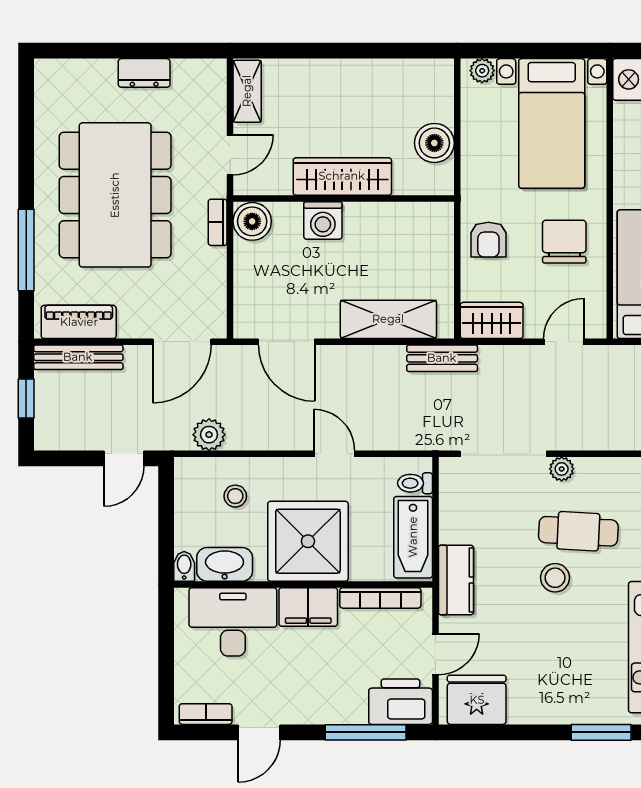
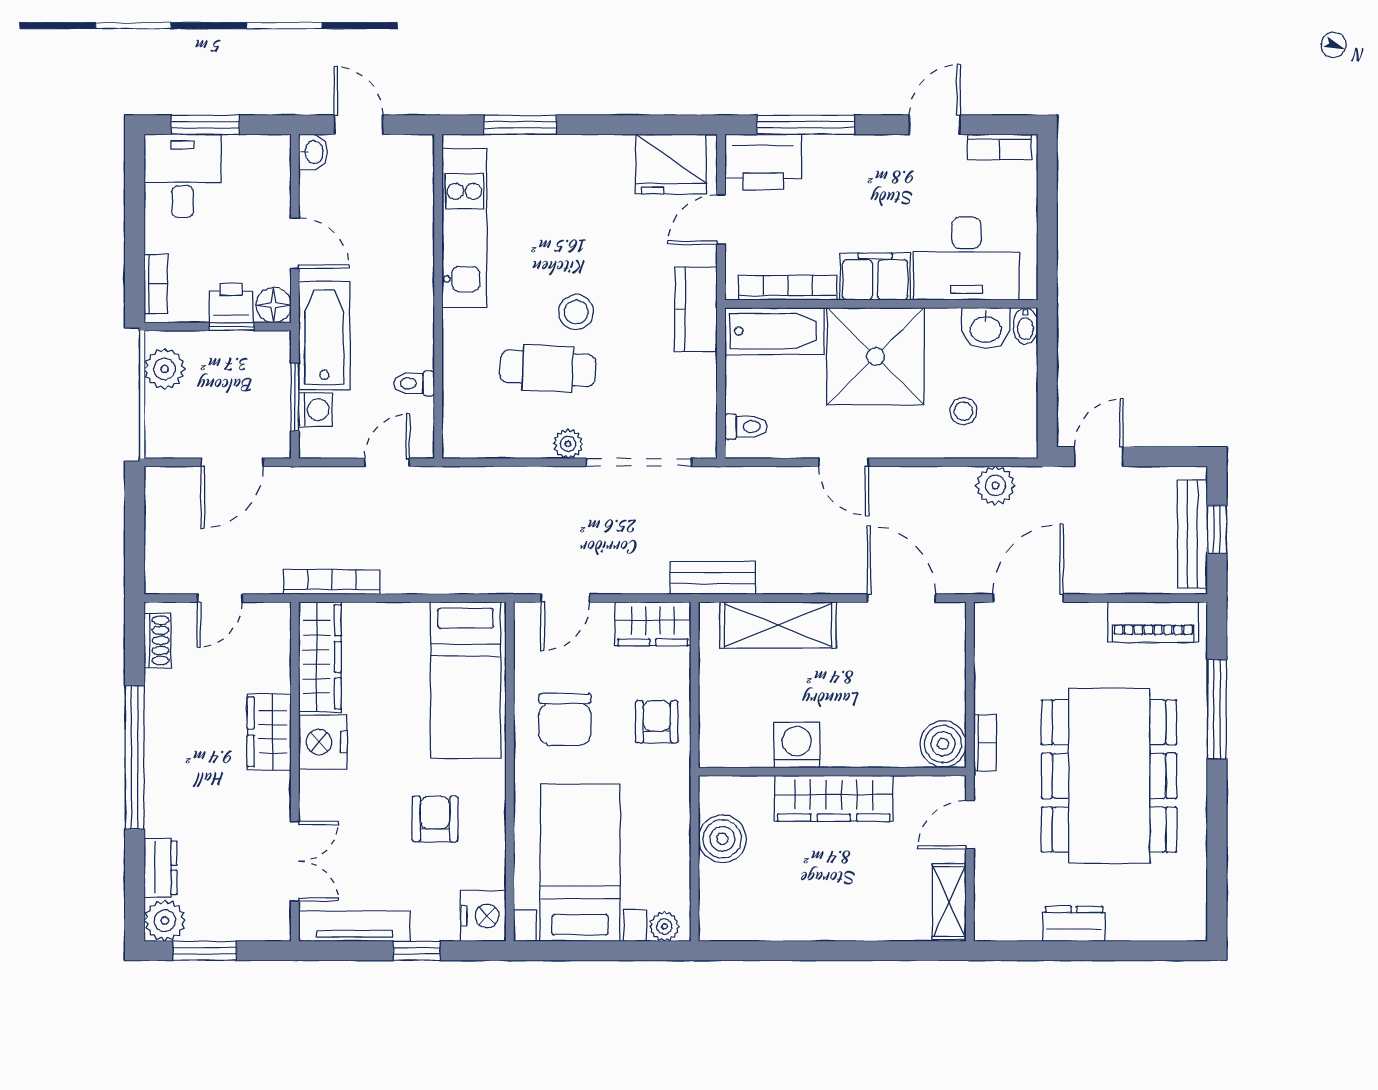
washing machine: (323, 221) -> (797, 745), moved
bench: (78, 357) -> (1192, 534), moved, turned 90
bathtub: (413, 537) -> (774, 331), moved, turned 90
washbasin: (225, 564) -> (986, 328), width x0.72

